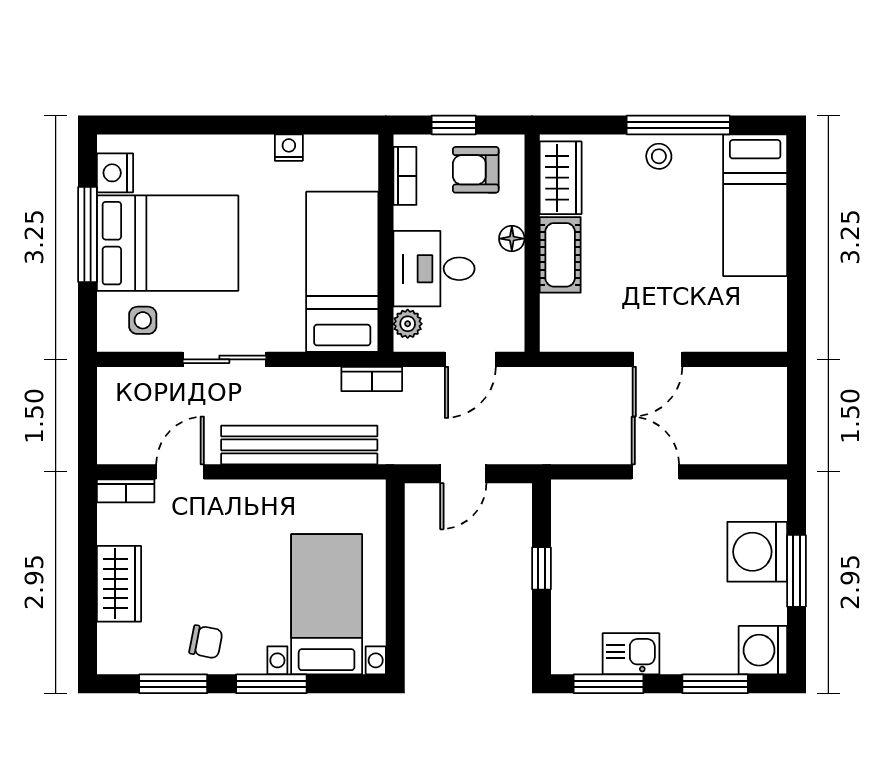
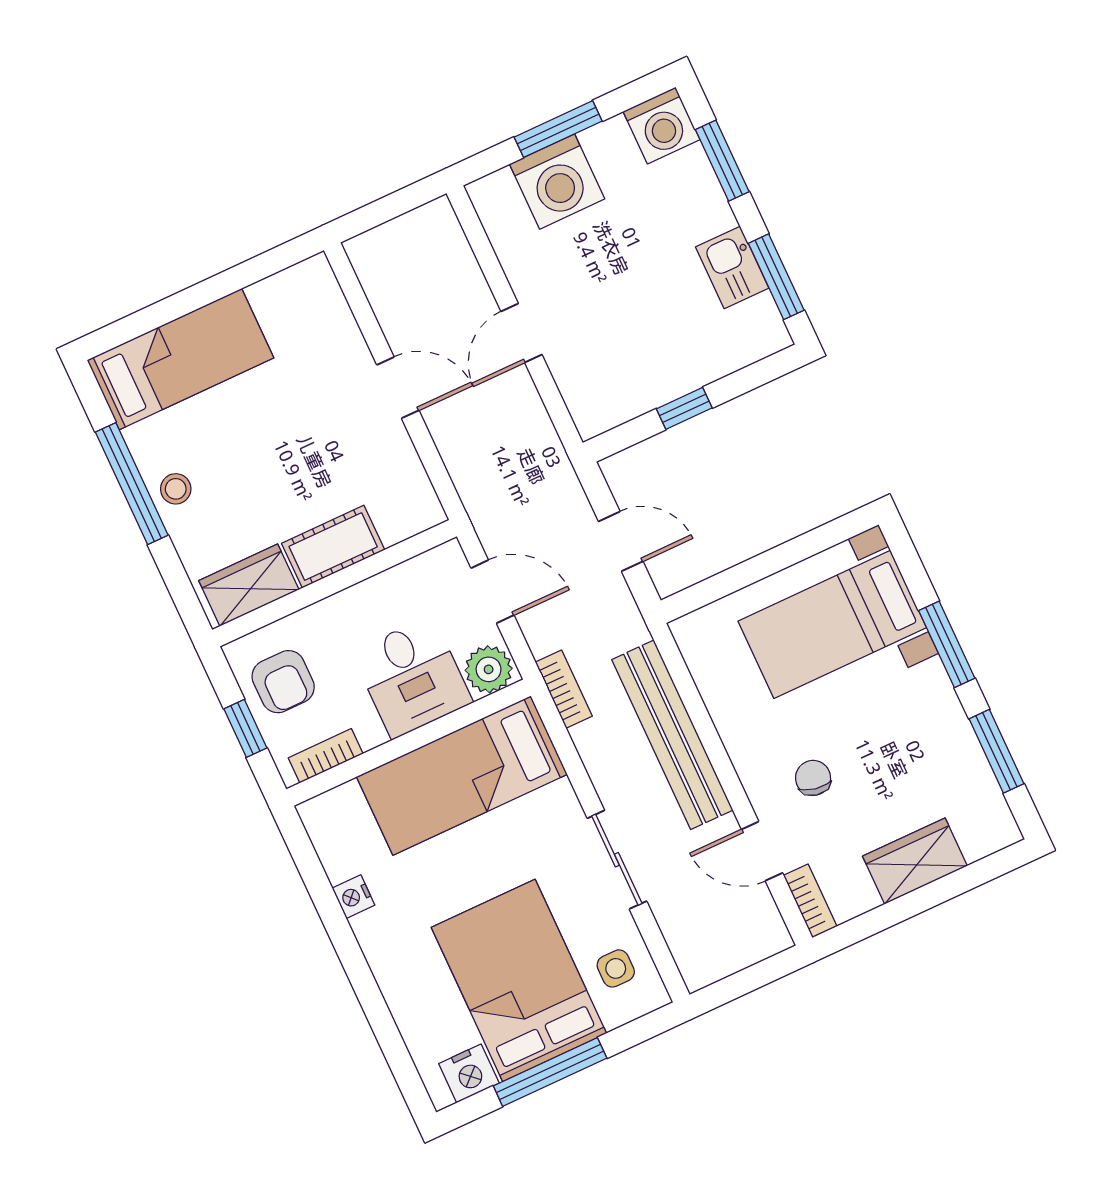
floor lamp: (512, 239) -> (340, 608), removed
plant: (408, 324) -> (489, 669), width x1.38, depth x1.38
chair: (206, 642) -> (813, 778), moved

